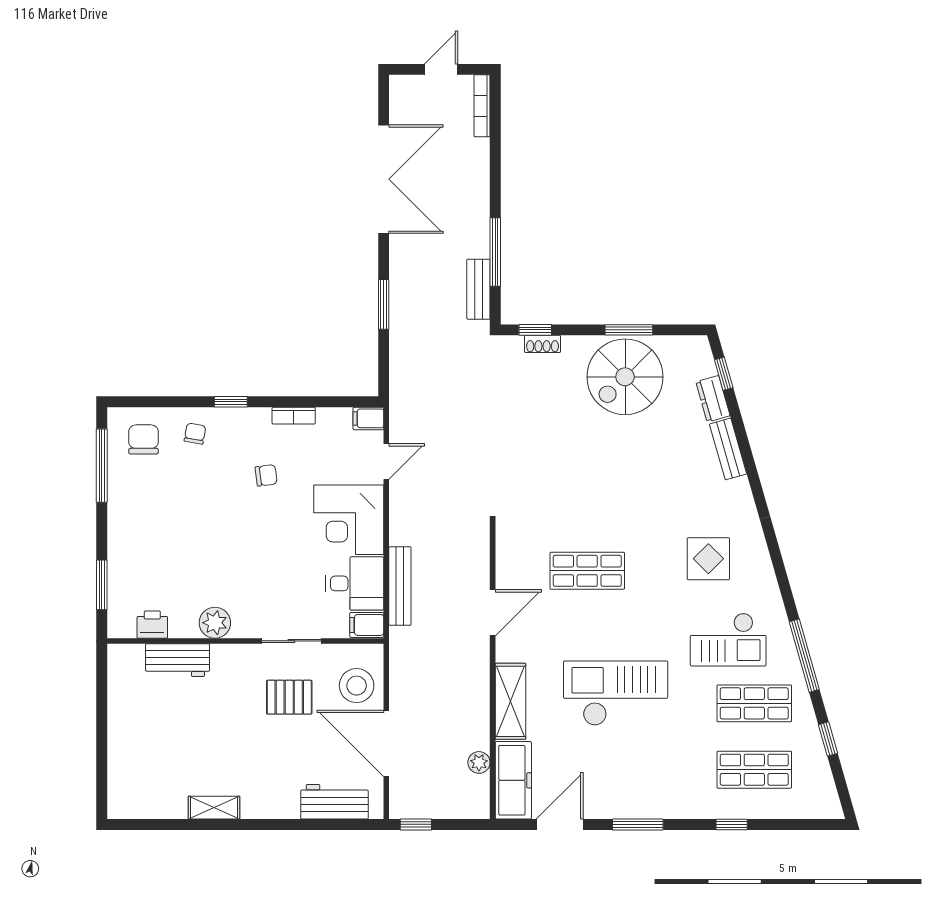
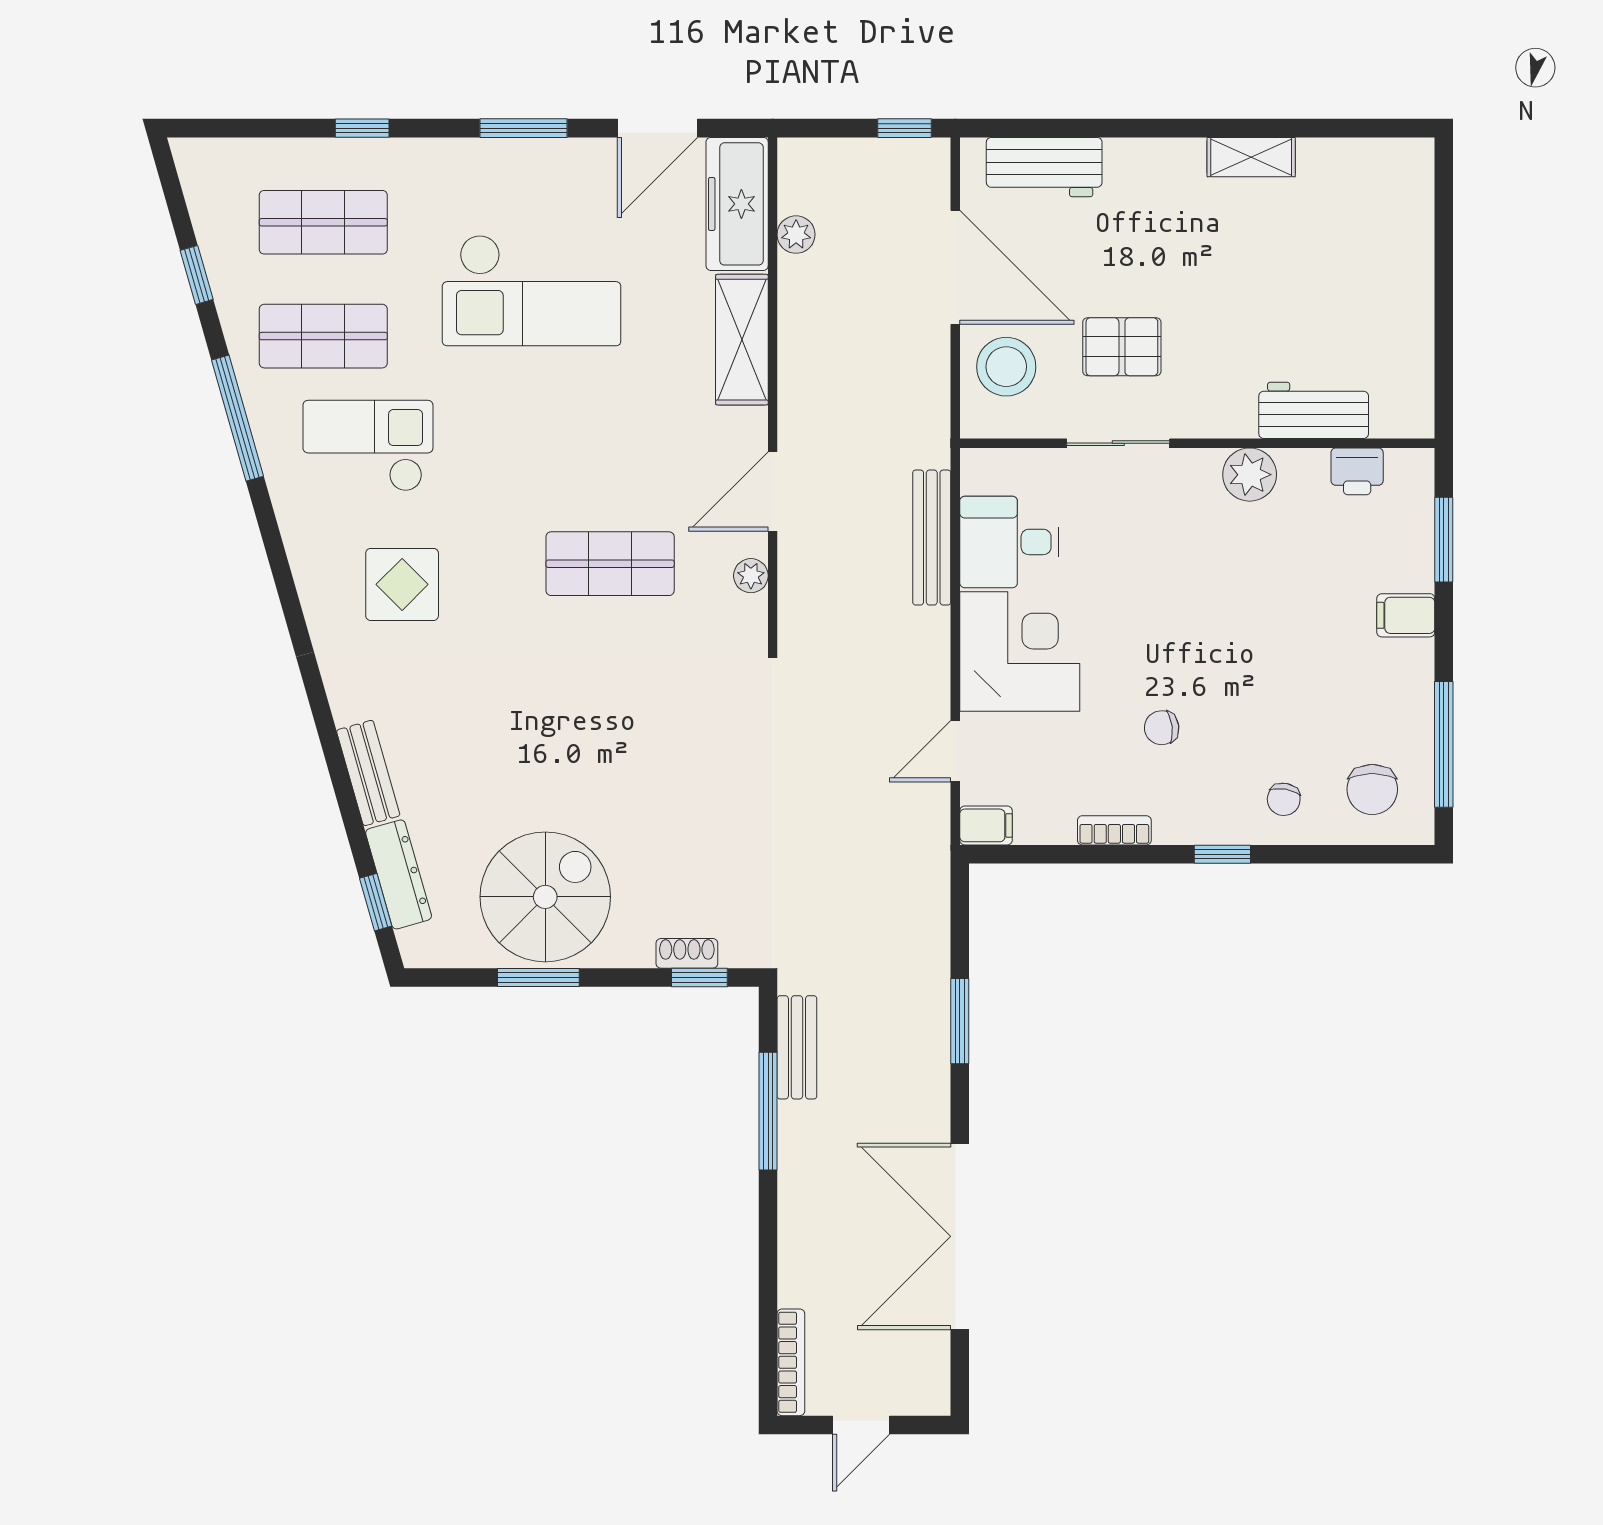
dresser: (713, 399) -> (399, 874), width x1.44
plant: (505, 564) -> (751, 576), added
filing cabinet: (367, 625) -> (1406, 615), moved, turned 180
checkout: (616, 693) -> (532, 290), moved

